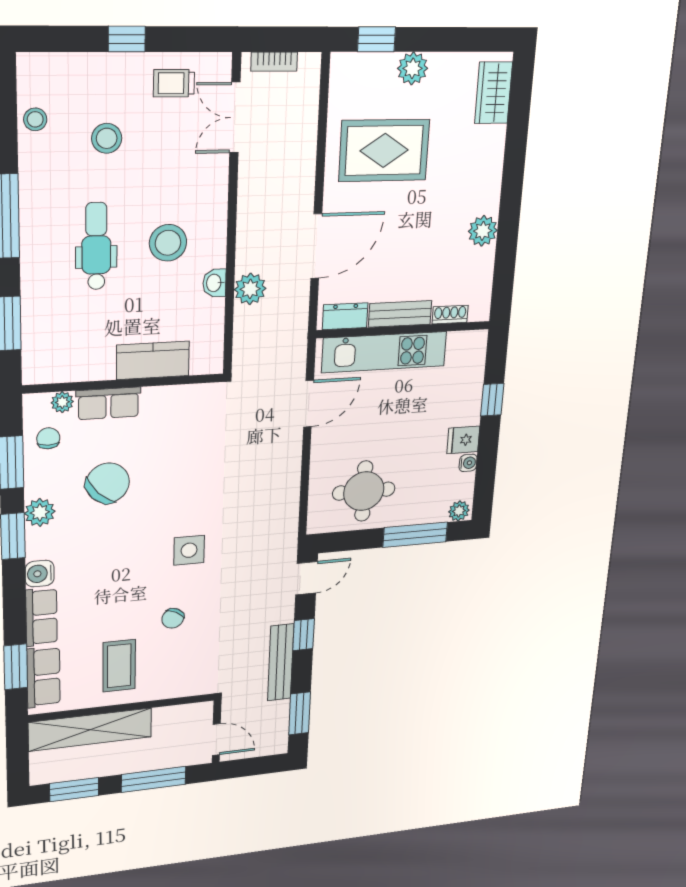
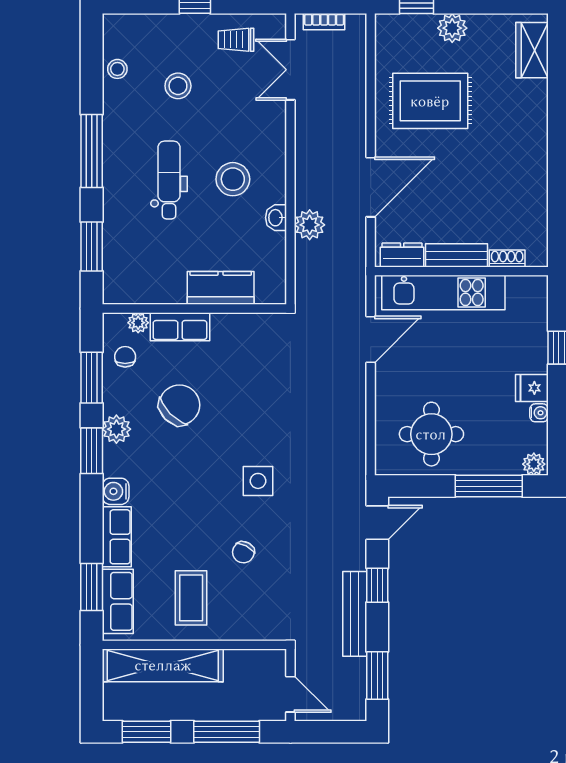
plant: (483, 231) -> (533, 178), removed

